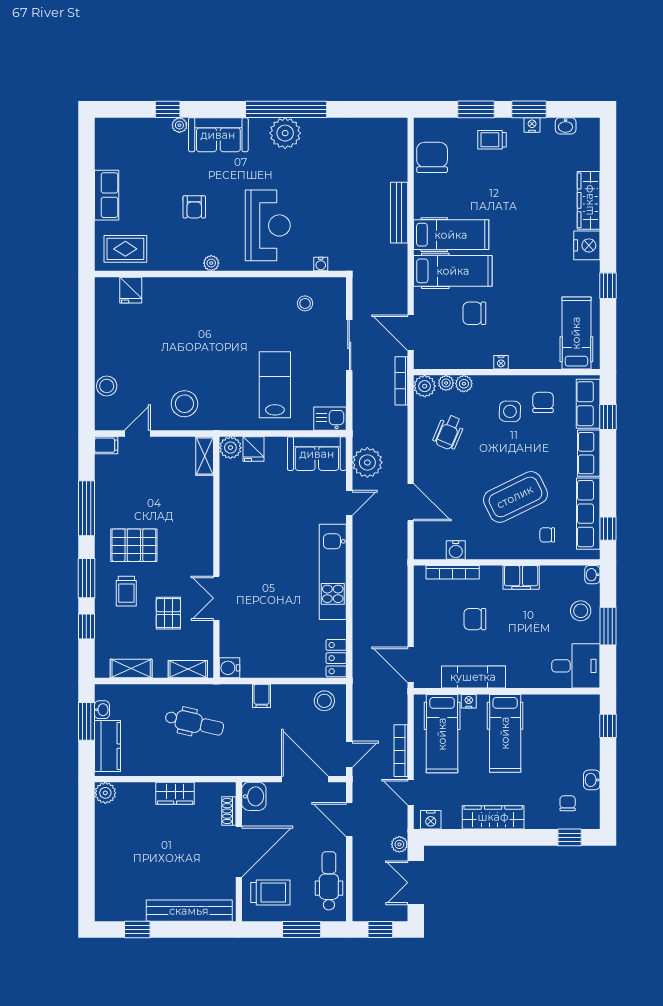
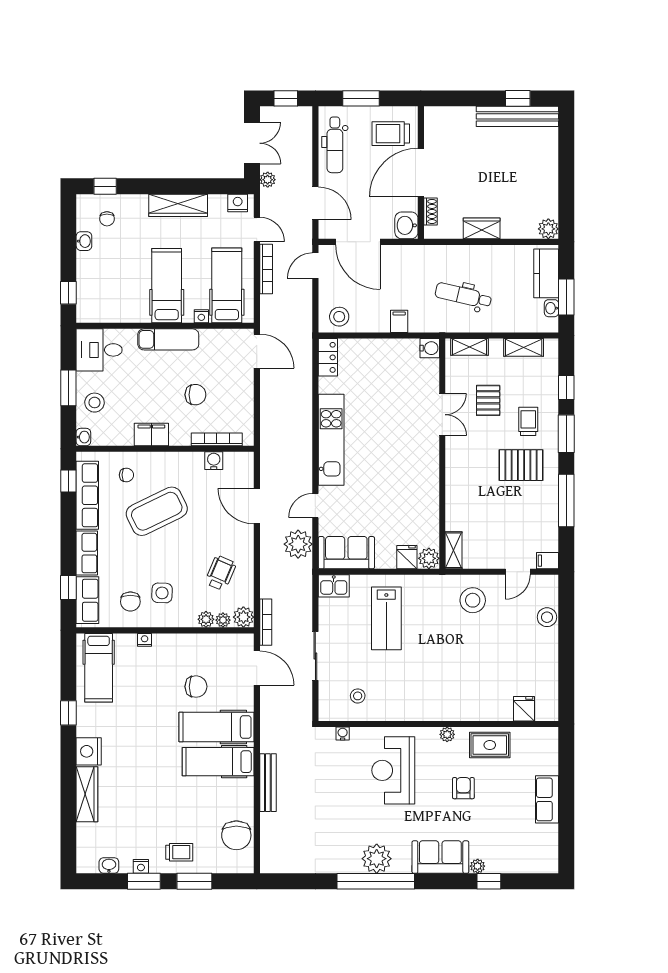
rug: (125, 249) -> (490, 745), moved
nightstand: (501, 362) -> (145, 640), moved
exam couch: (473, 677) -> (168, 339), moved
bench: (189, 911) -> (517, 116), moved

